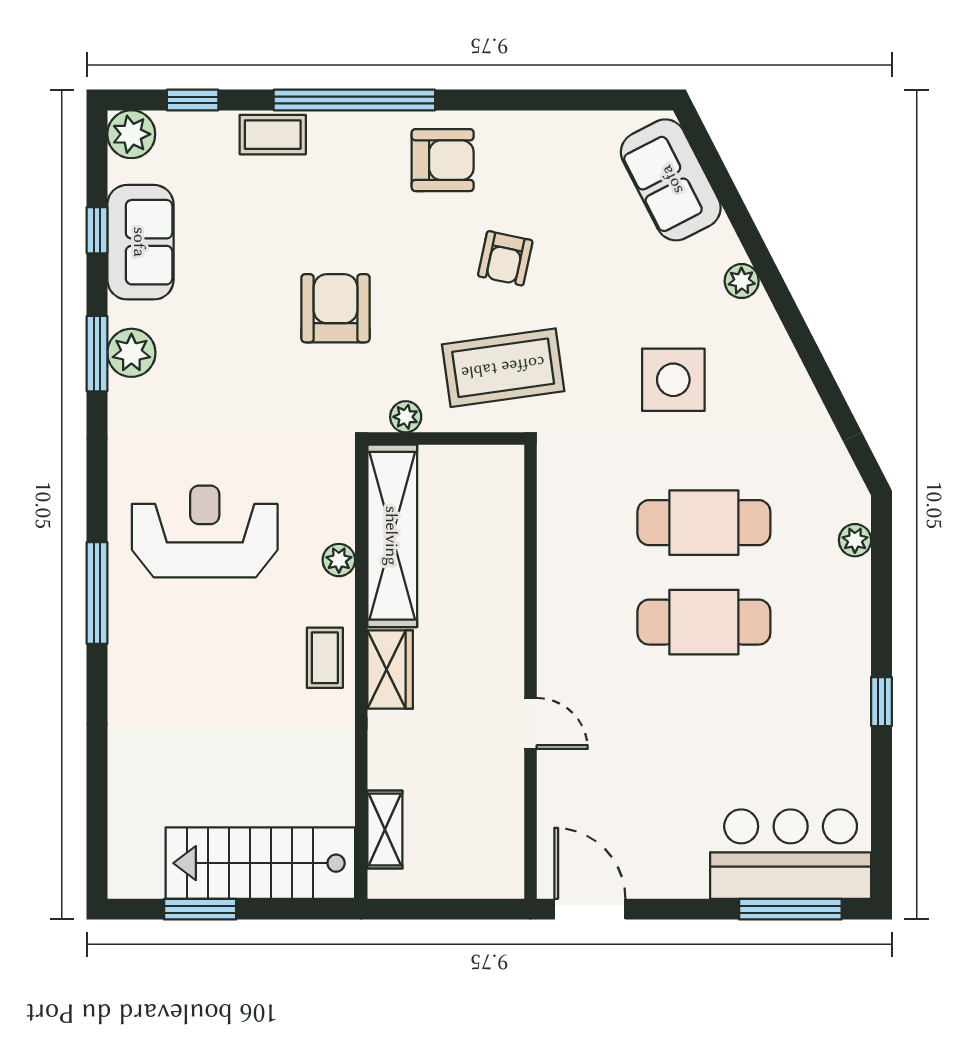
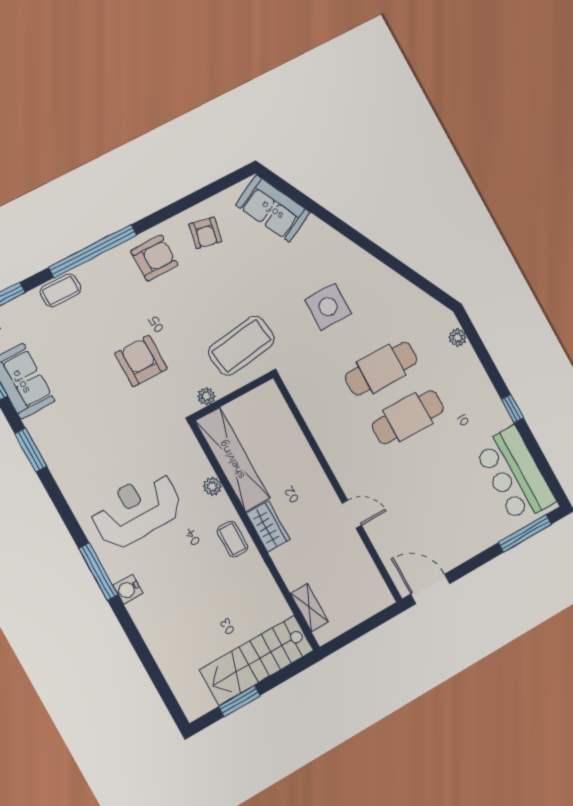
armchair: (505, 258) -> (205, 233), moved
plant: (742, 281) -> (335, 240), removed
plant: (131, 353) -> (48, 440), removed
water cooler: (126, 645) -> (128, 589), added
bar counter: (791, 854) -> (515, 475), moved, turned -90

